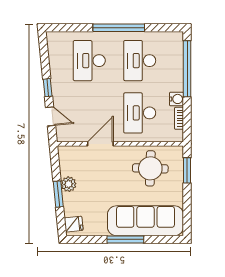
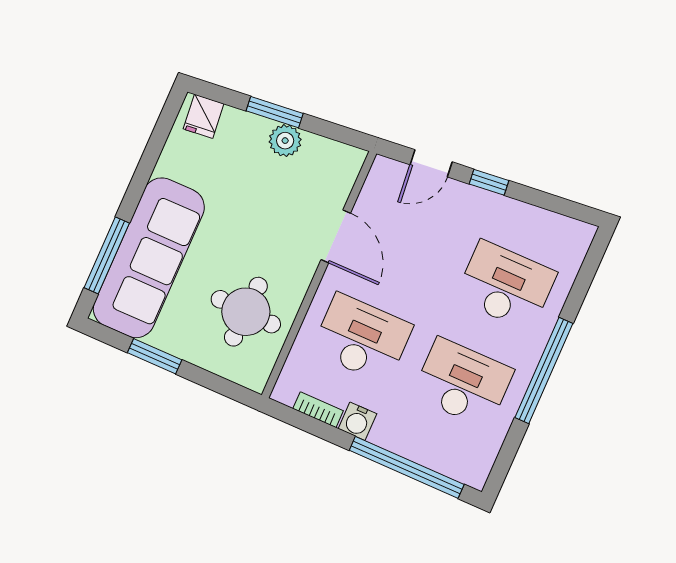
window: (187, 170) -> (155, 356), moved
window: (125, 239) -> (107, 255), moved

